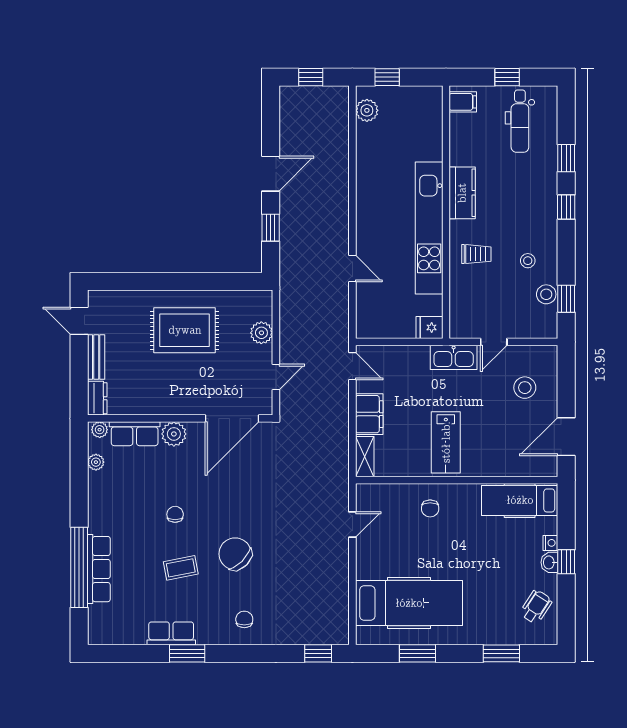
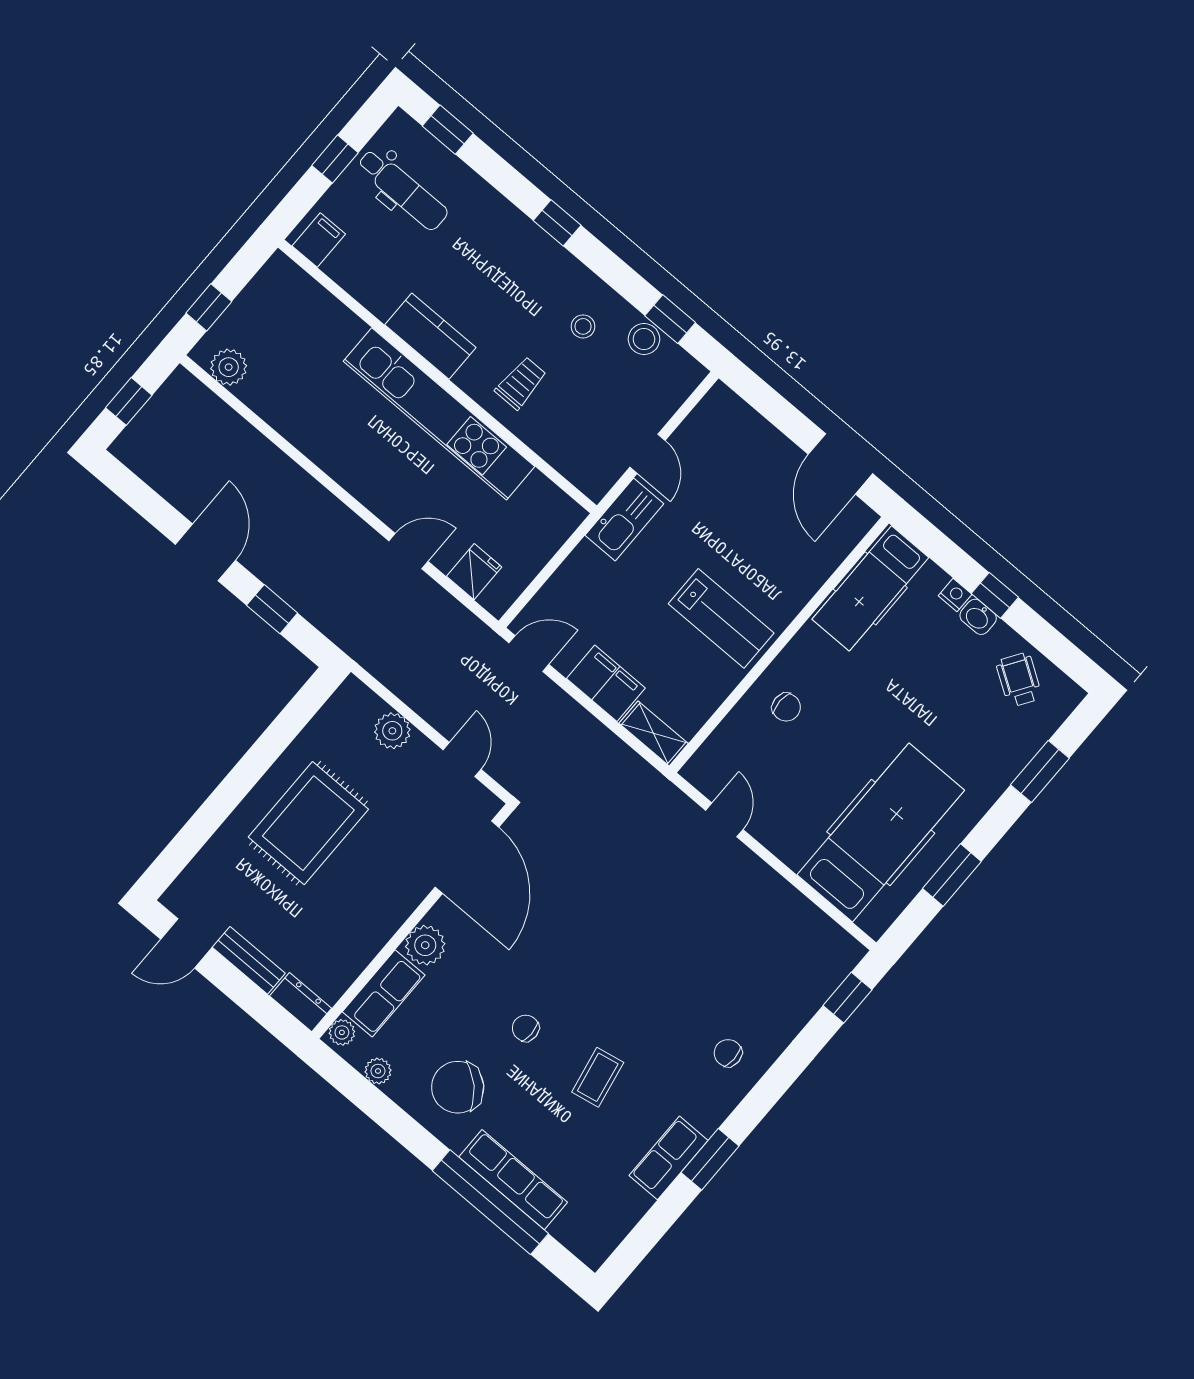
window: (566, 158) -> (448, 130), moved
fridge: (429, 327) -> (474, 572), moved, turned 180
stool: (525, 388) -> (737, 463), removed
chair: (235, 554) -> (458, 1087), moved

